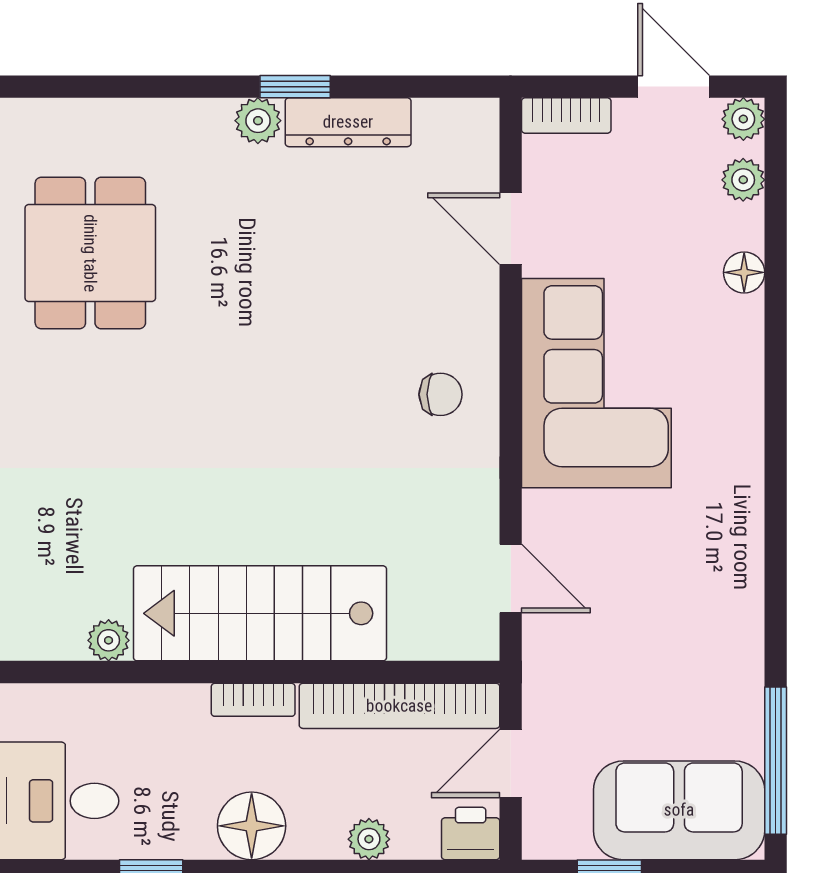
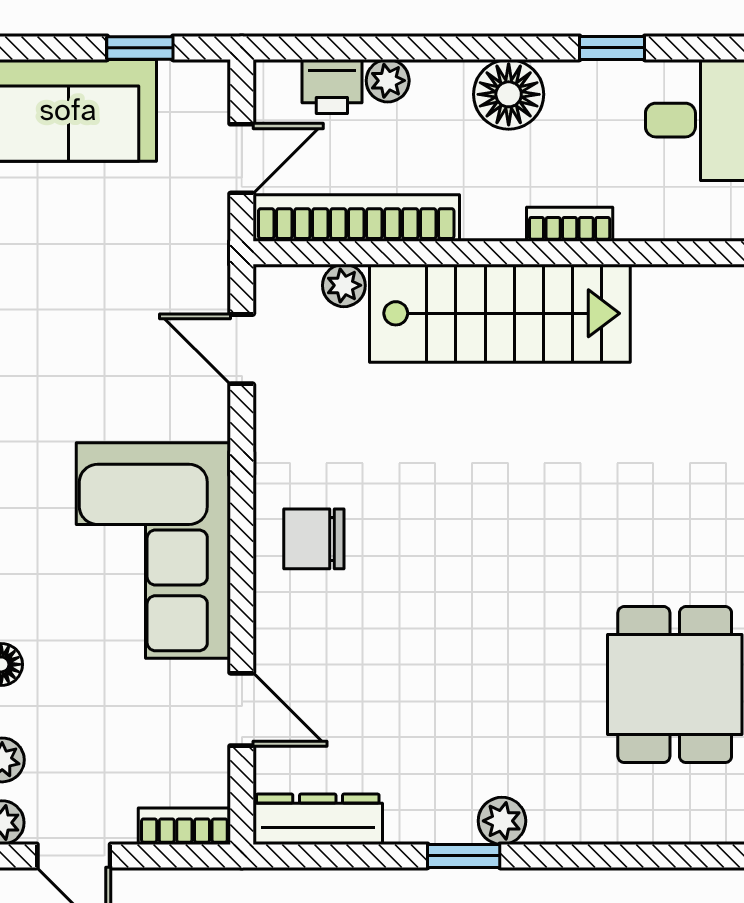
dresser: (348, 122) -> (318, 819), moved
chair: (441, 394) -> (314, 539), width x1.37, depth x1.37
plant: (109, 640) -> (344, 285), moved
bookcase: (253, 700) -> (570, 224), moved
printer: (471, 833) -> (332, 86), moved

